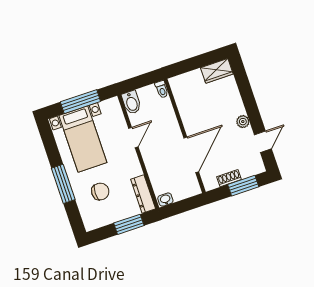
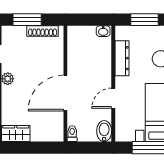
door: (191, 155) -> (65, 93), moved
shoe rack: (229, 178) -> (43, 31), width x1.43
dresser: (143, 194) -> (122, 58), moved

